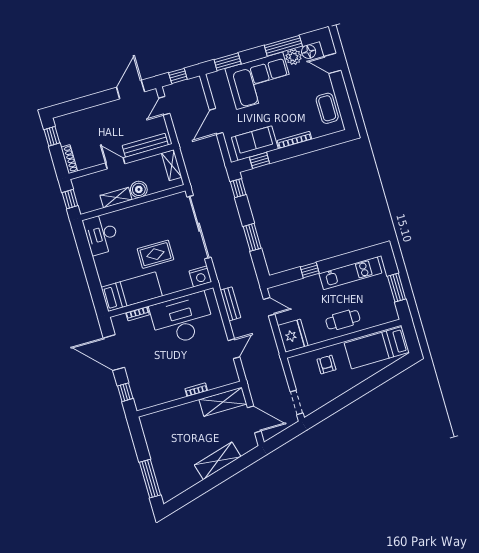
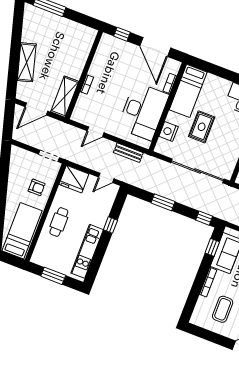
coffee table: (327, 108) -> (223, 309), moved, turned 90
nightstand: (200, 276) -> (169, 132), moved
door: (234, 349) -> (96, 132), hinge flipped
door: (114, 353) -> (155, 47), swing flipped
doorway: (297, 402) -> (49, 156), moved

